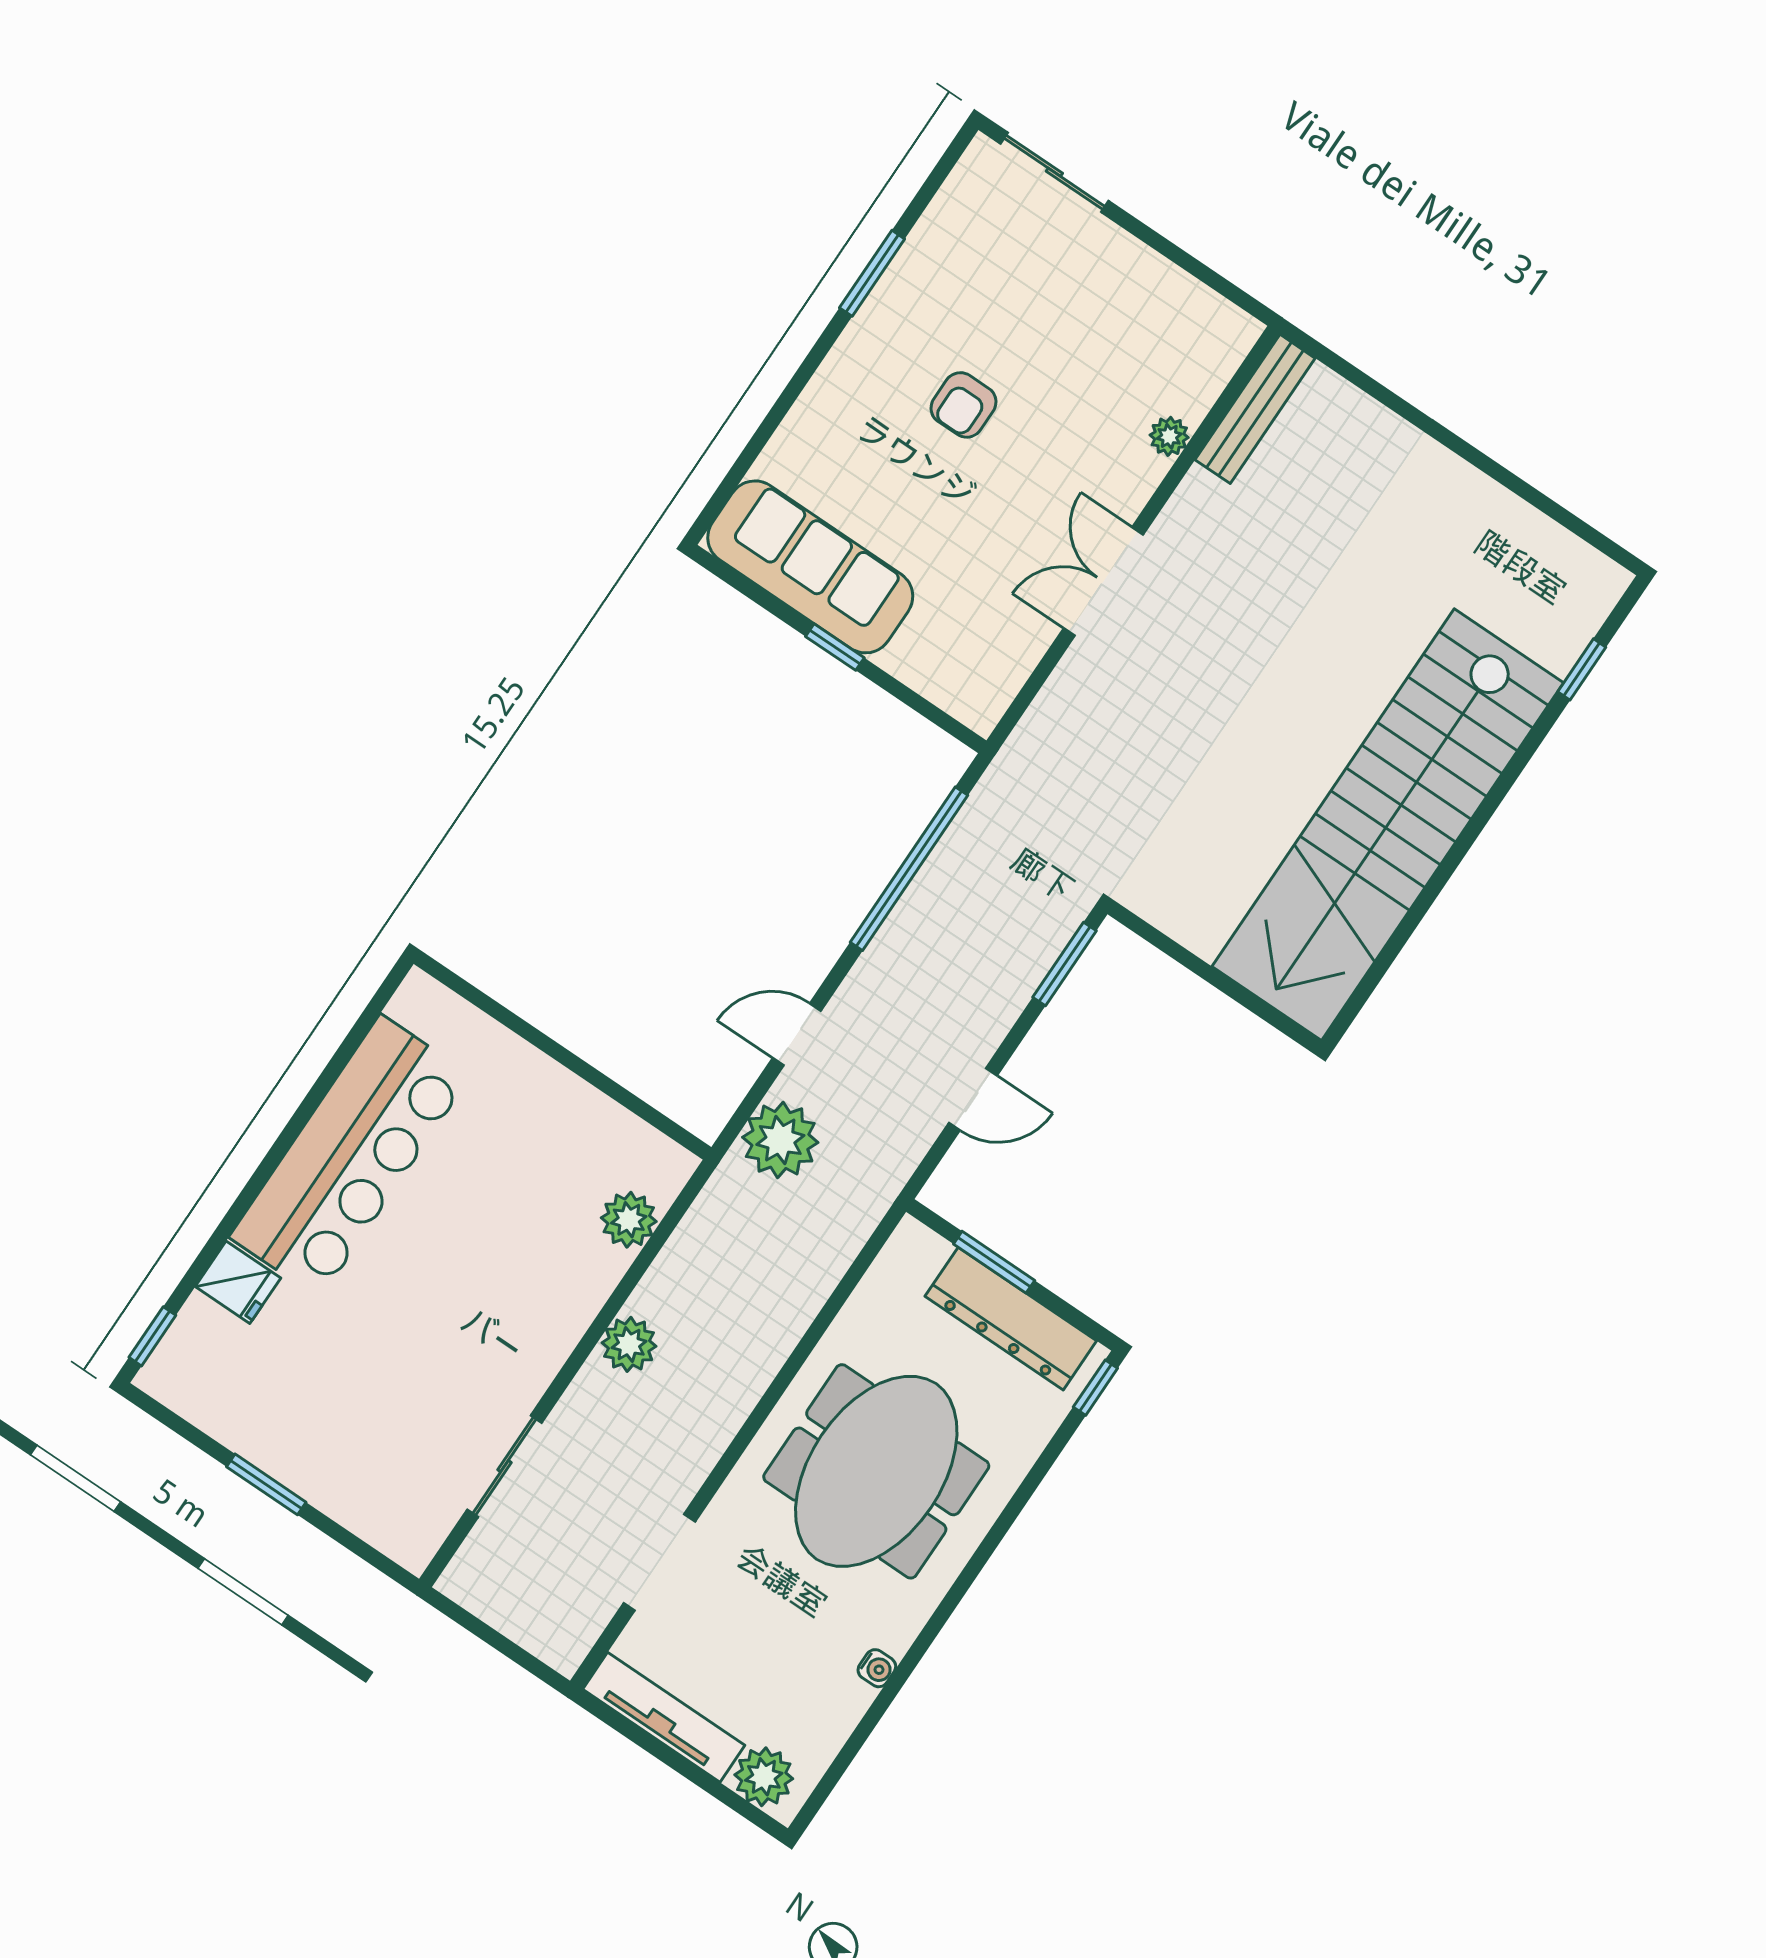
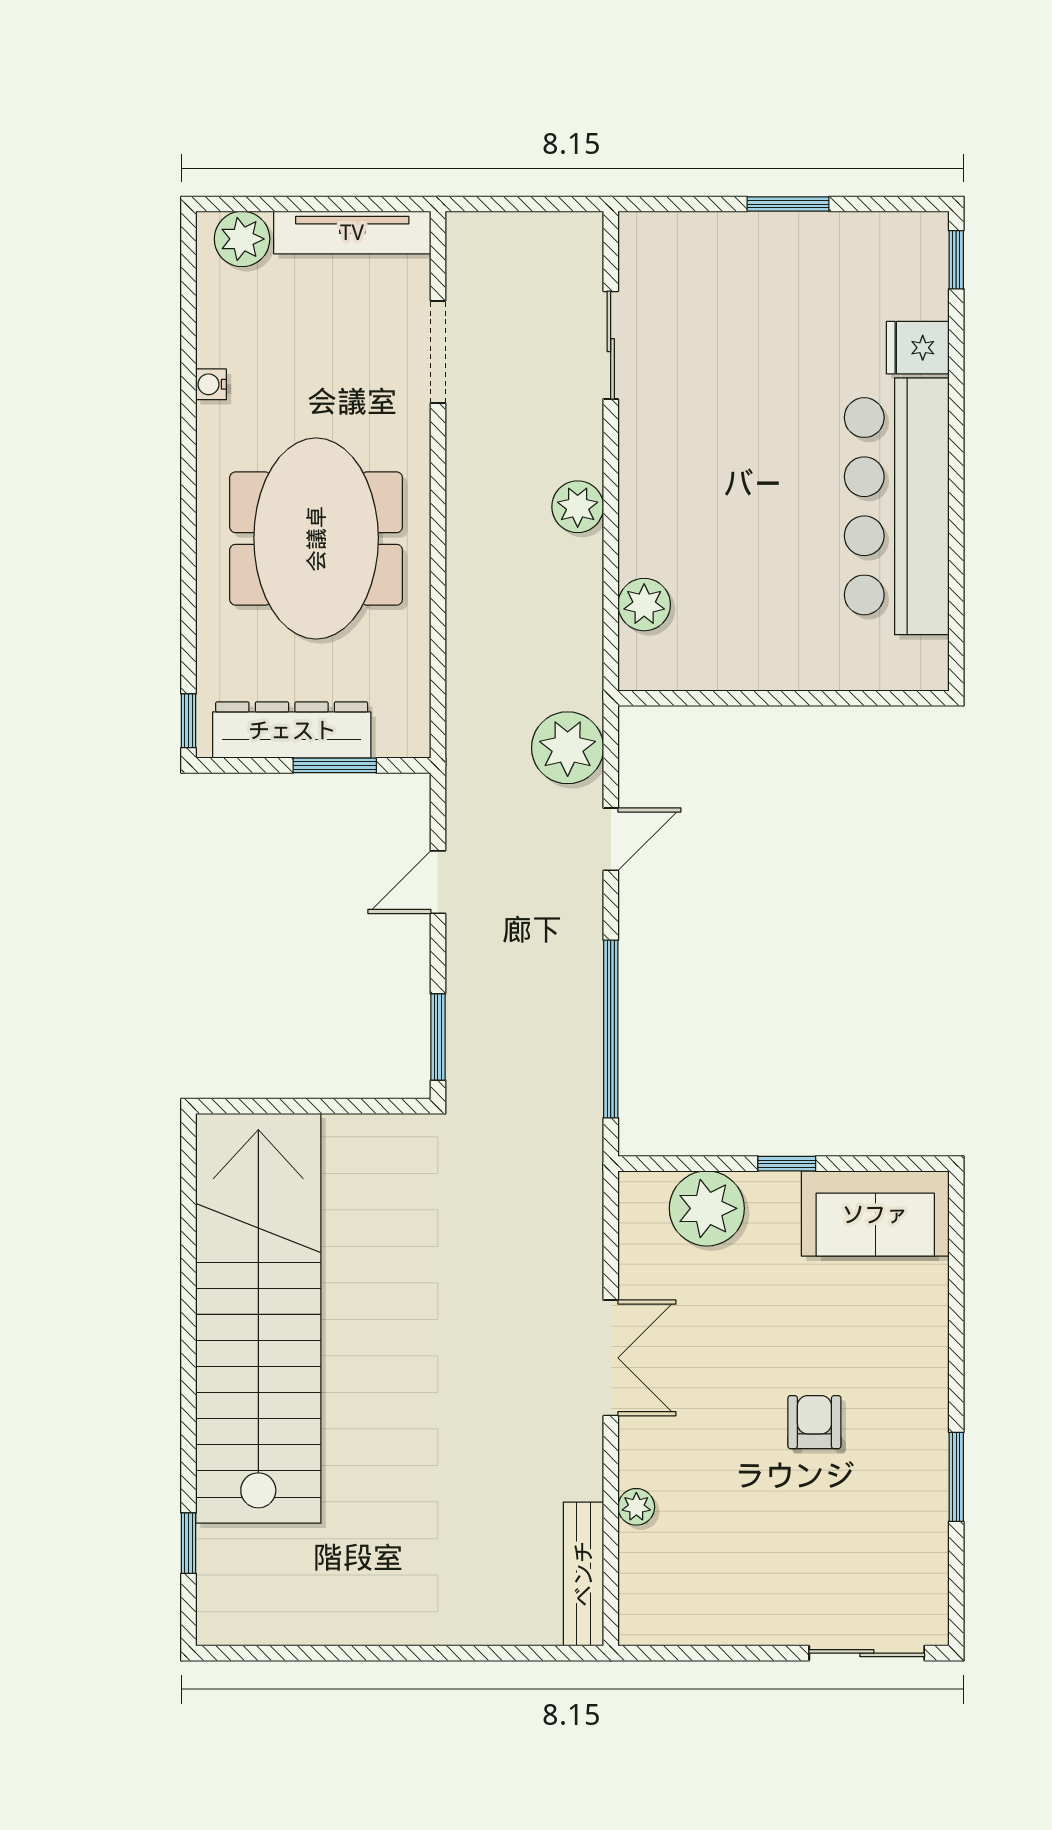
sofa: (810, 567) -> (875, 1214), width x0.73
plant: (931, 655) -> (707, 1208), added

